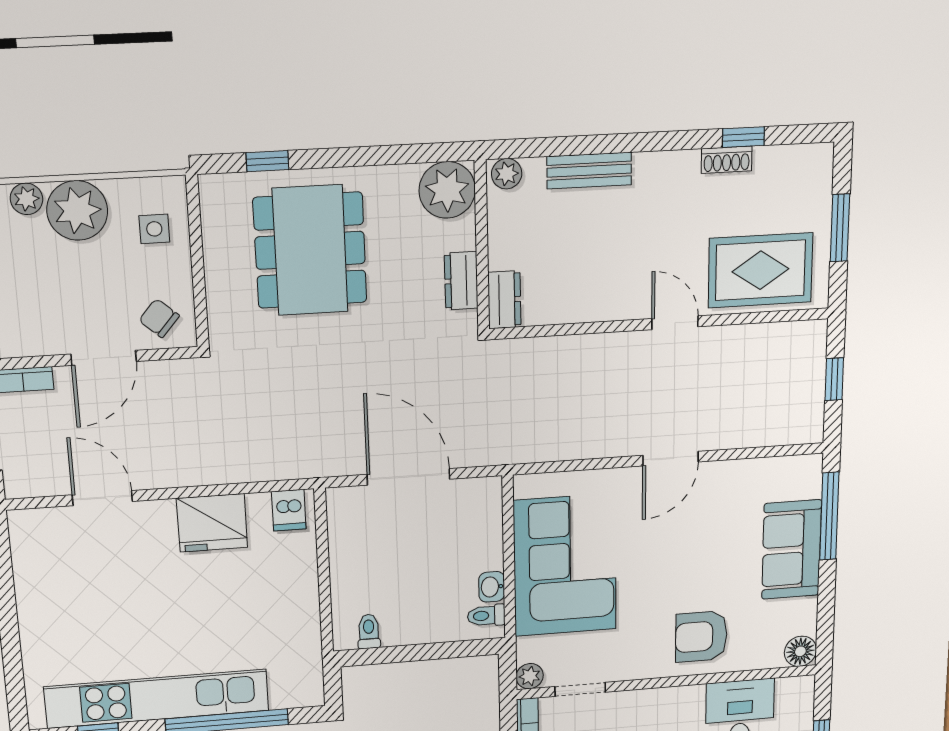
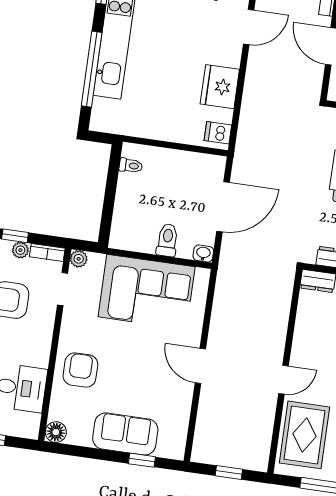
window: (829, 516) -> (142, 460), width x0.46
washbasin: (492, 587) -> (203, 254), moved
toilet: (486, 616) -> (167, 240), moved, width x1.37, depth x1.39

